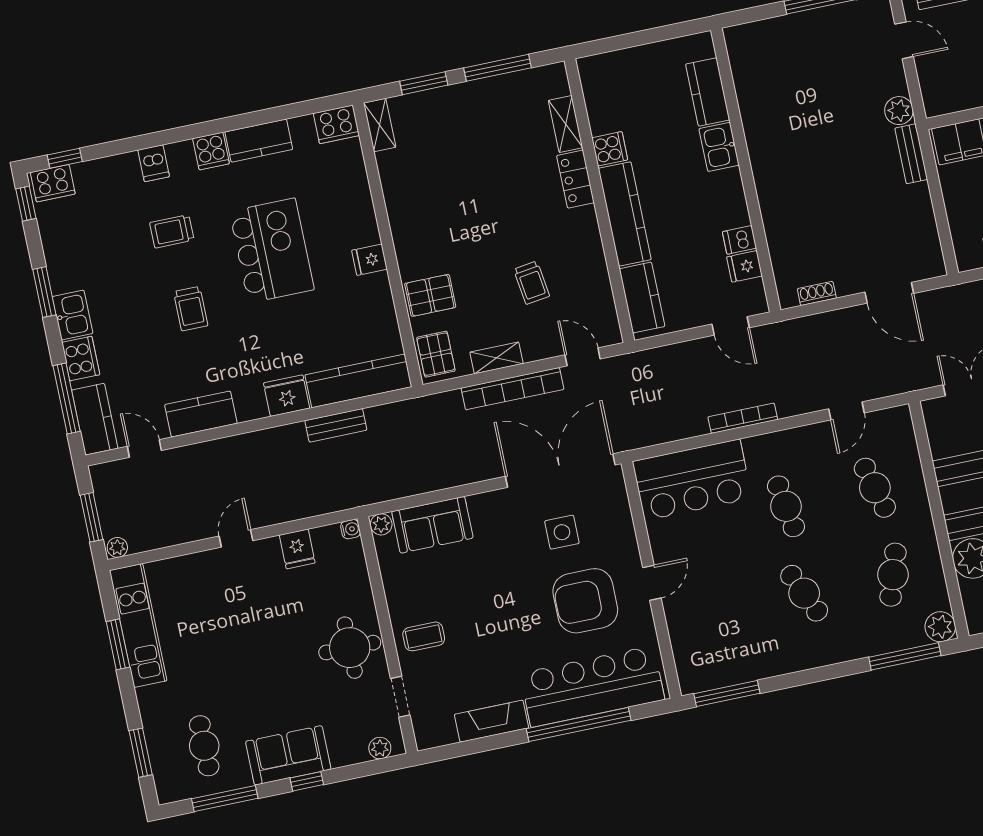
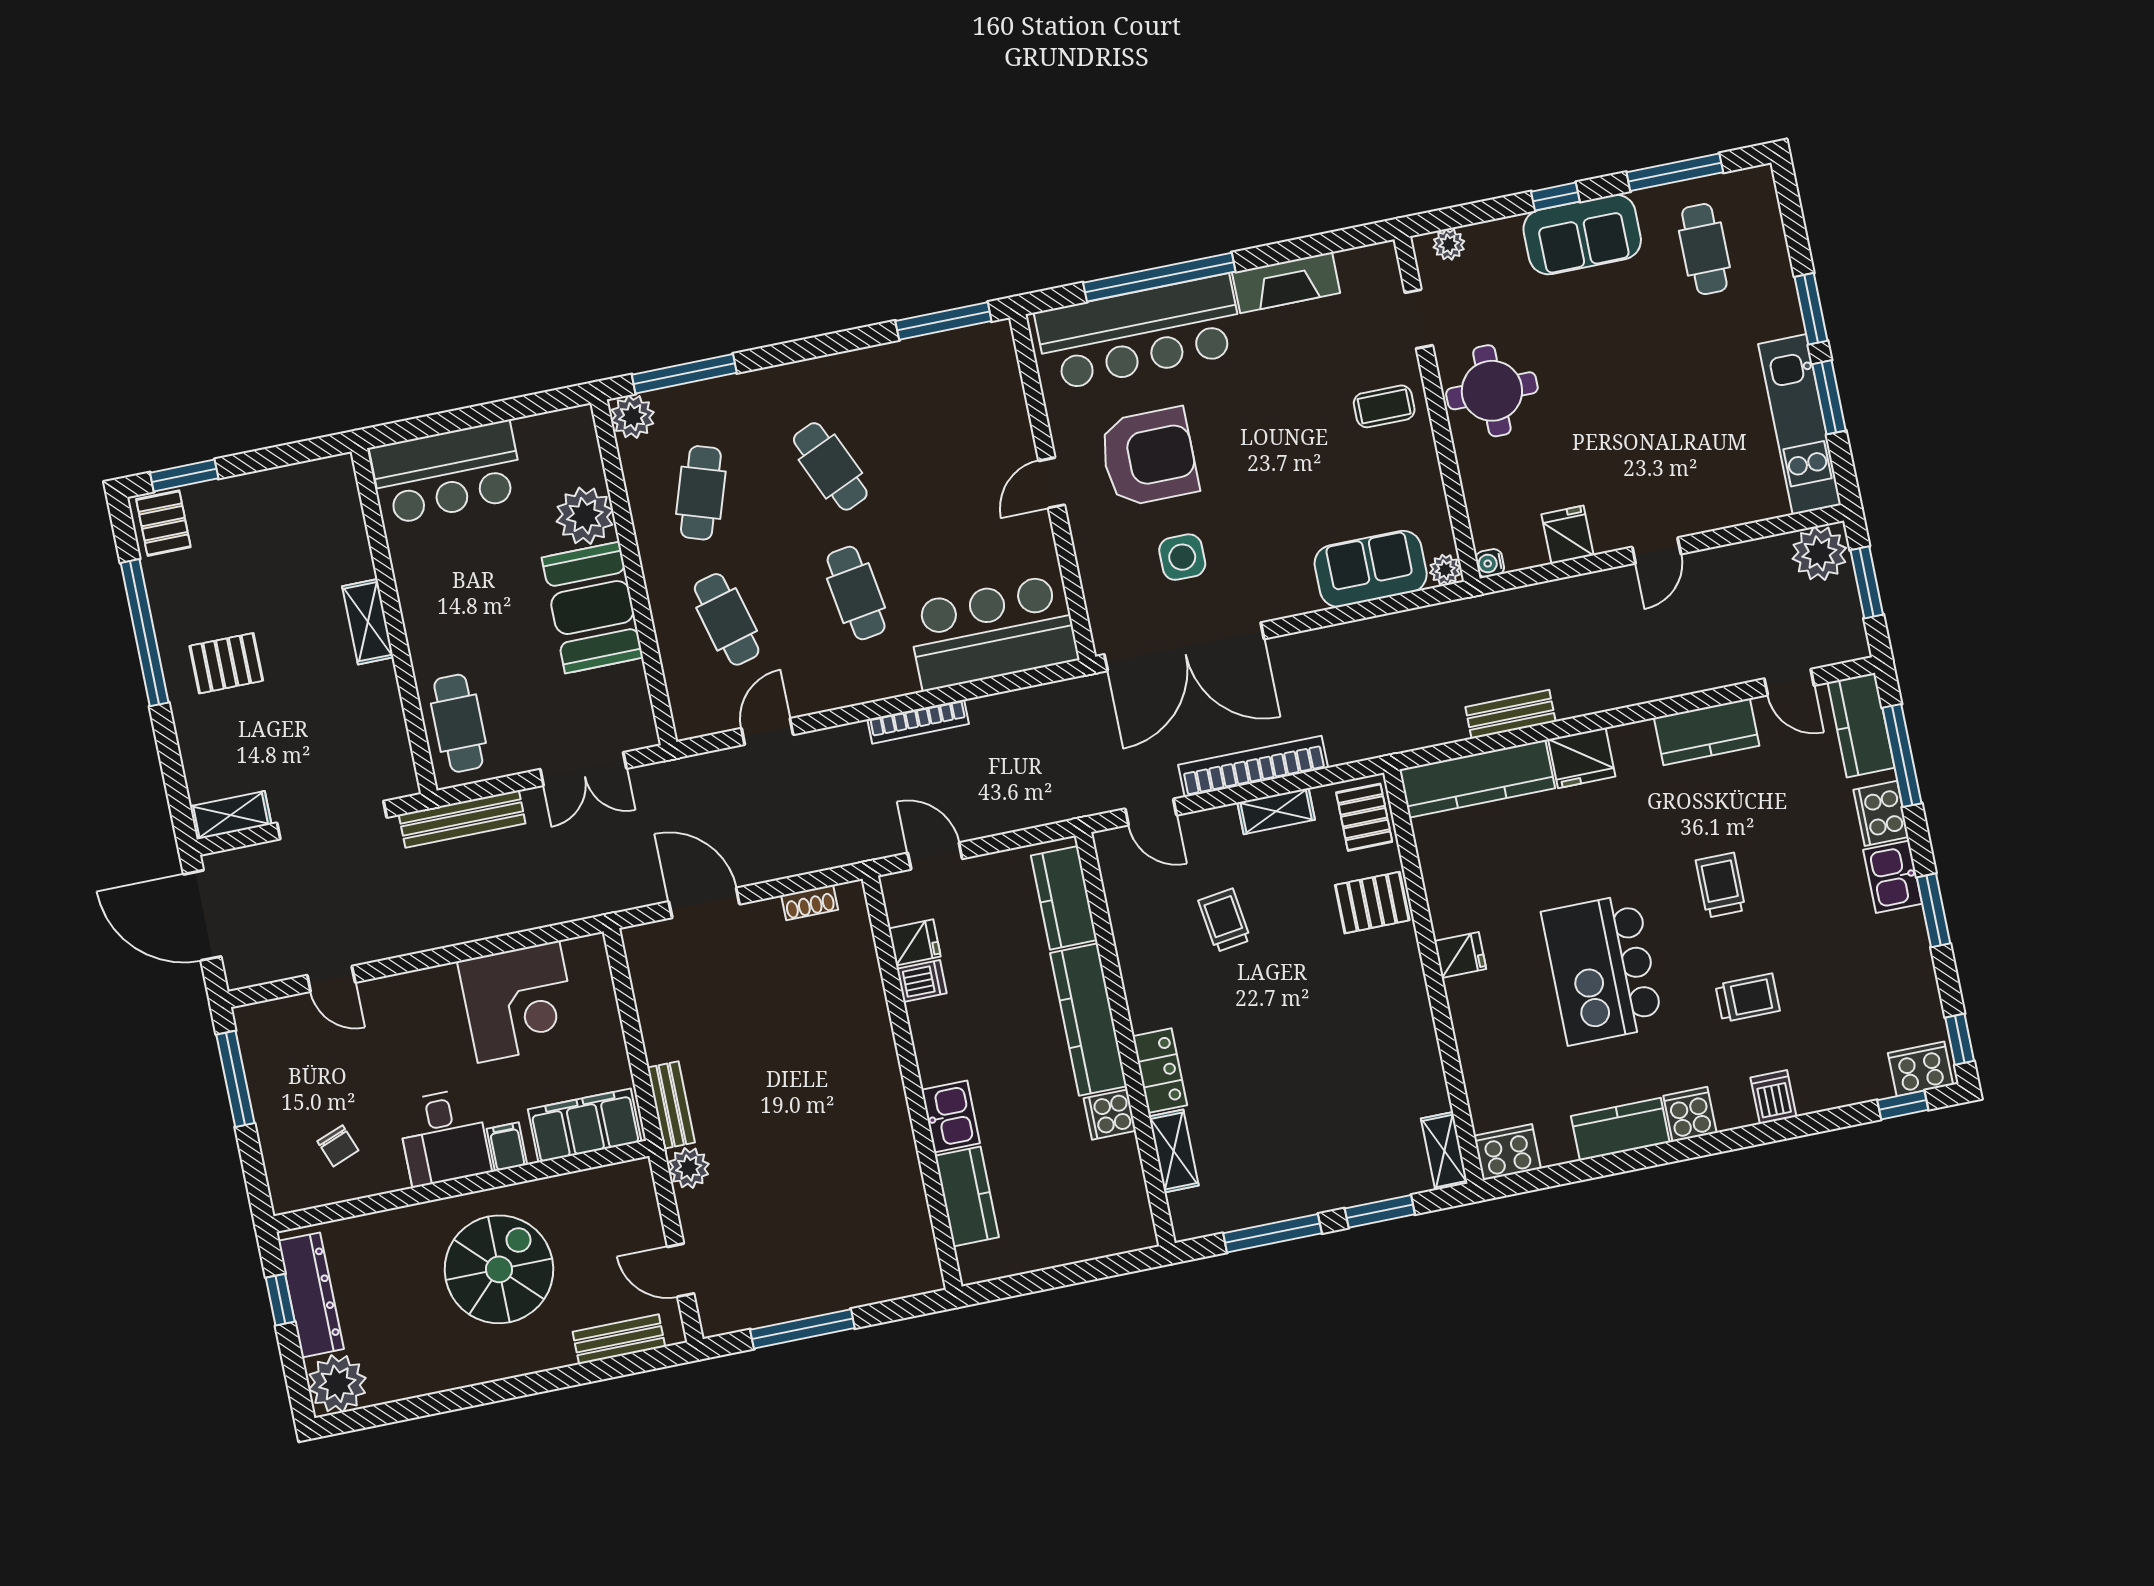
plant: (117, 547) -> (1819, 553), width x1.88, depth x1.88
window: (141, 753) -> (1811, 309), moved

